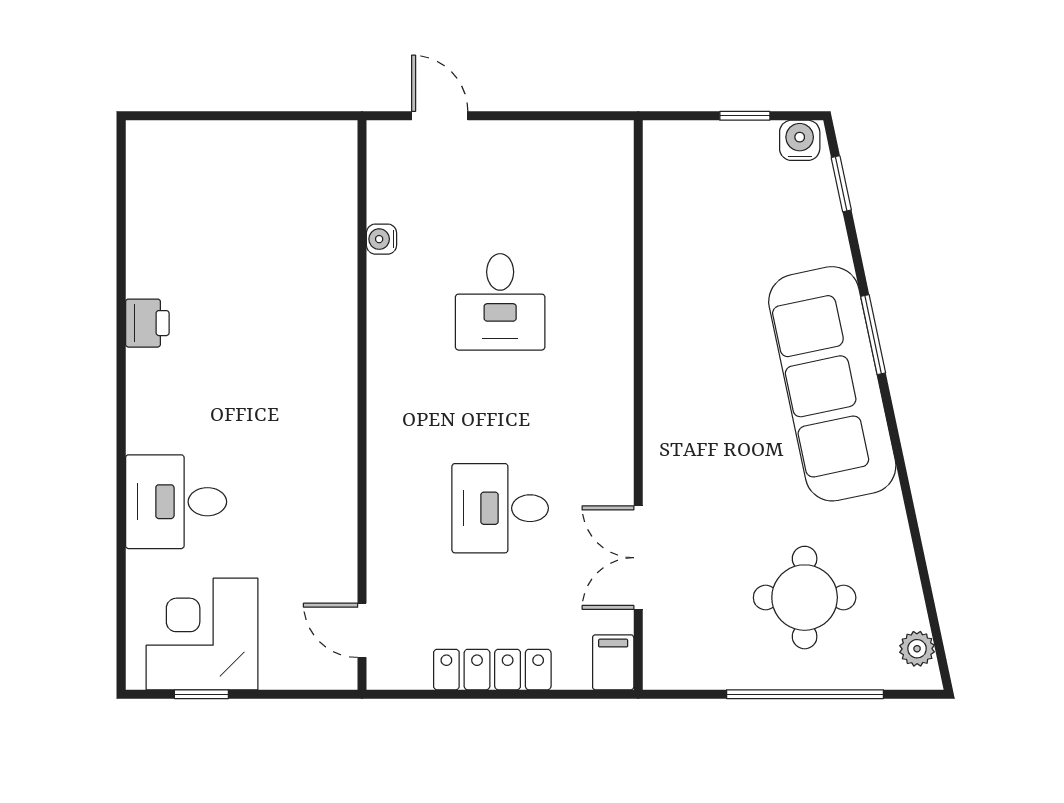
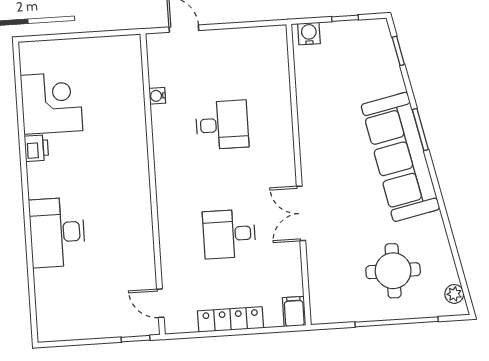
water cooler: (800, 140) -> (309, 34), moved
desk: (500, 302) -> (222, 125), turned -90
desk: (176, 502) -> (57, 232), width x1.37
double door: (638, 558) -> (301, 213), moved
corner desk: (202, 634) -> (52, 103), moved, turned 90
window: (201, 694) -> (136, 339), moved

